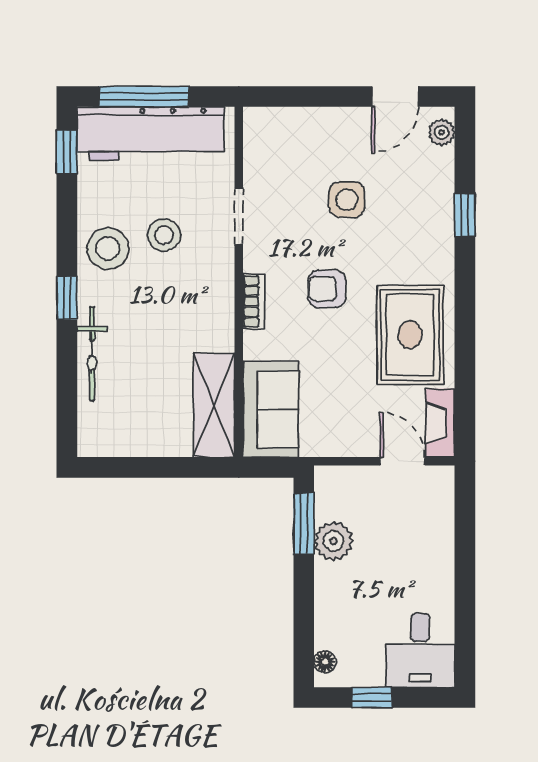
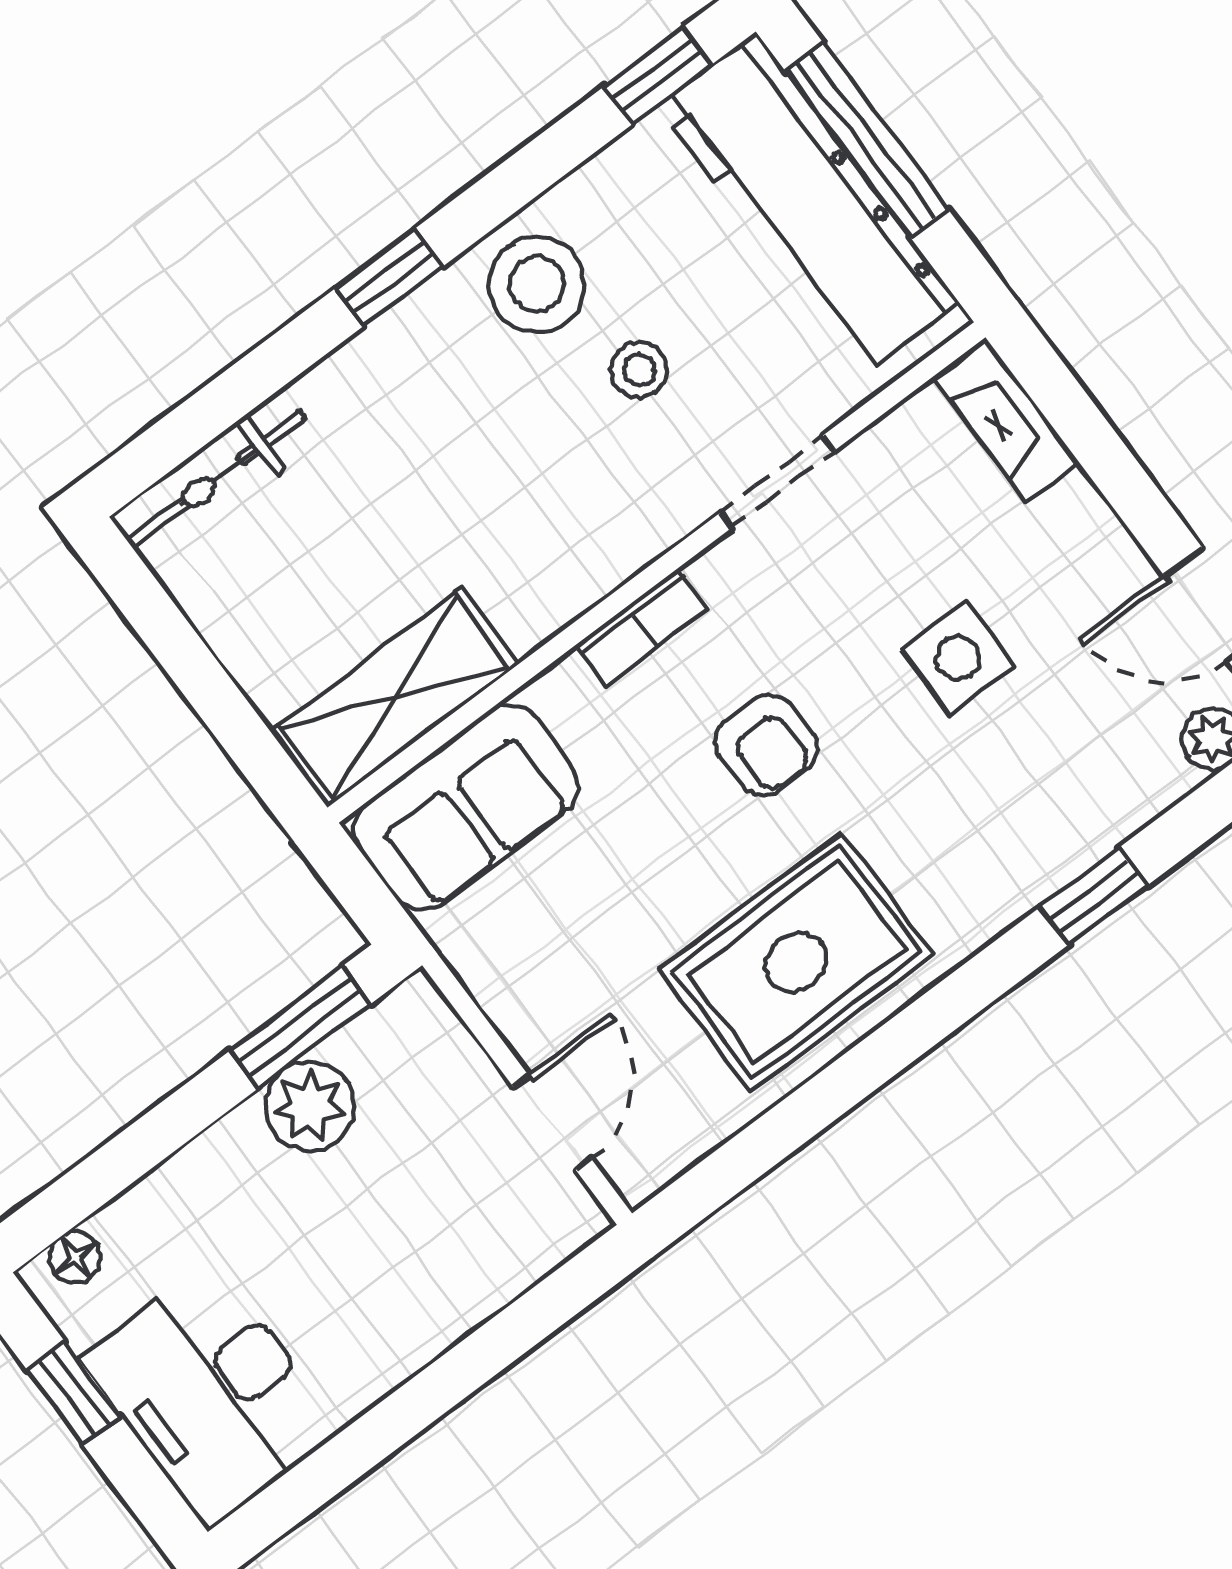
stool: (164, 235) -> (639, 370), width x0.73, depth x0.73
armchair: (327, 289) -> (766, 745), turned 180
bicycle: (92, 354) -> (216, 479), moved
fireplace: (440, 423) -> (1006, 420), moved, turned -90
desk: (420, 650) -> (211, 1394), width x1.37

